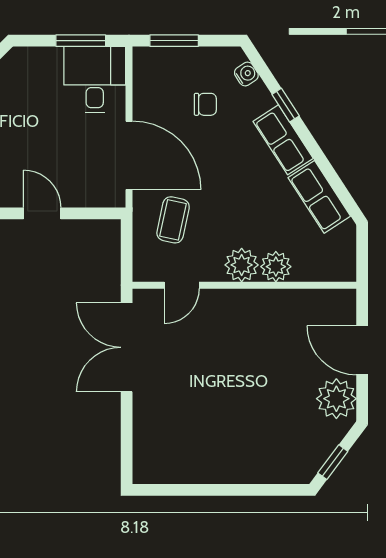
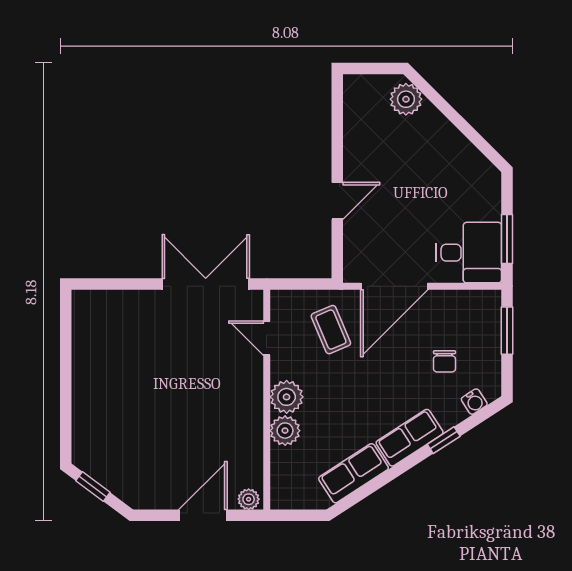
coffee table: (173, 220) -> (331, 330), turned 55
plant: (336, 399) -> (249, 499), moved, width x0.53, depth x0.53

